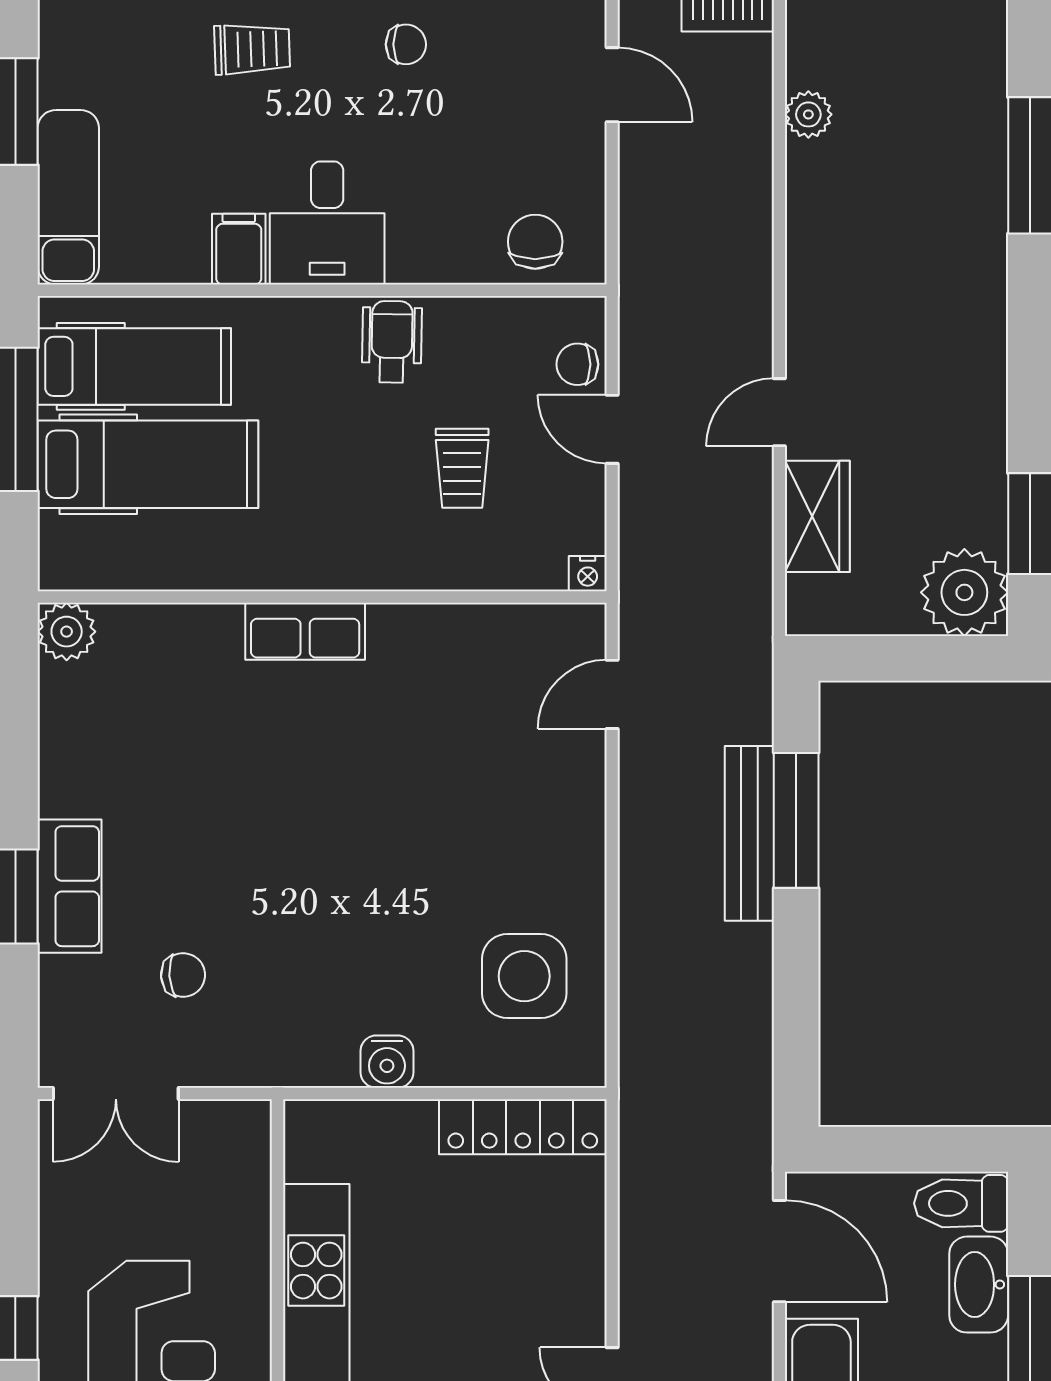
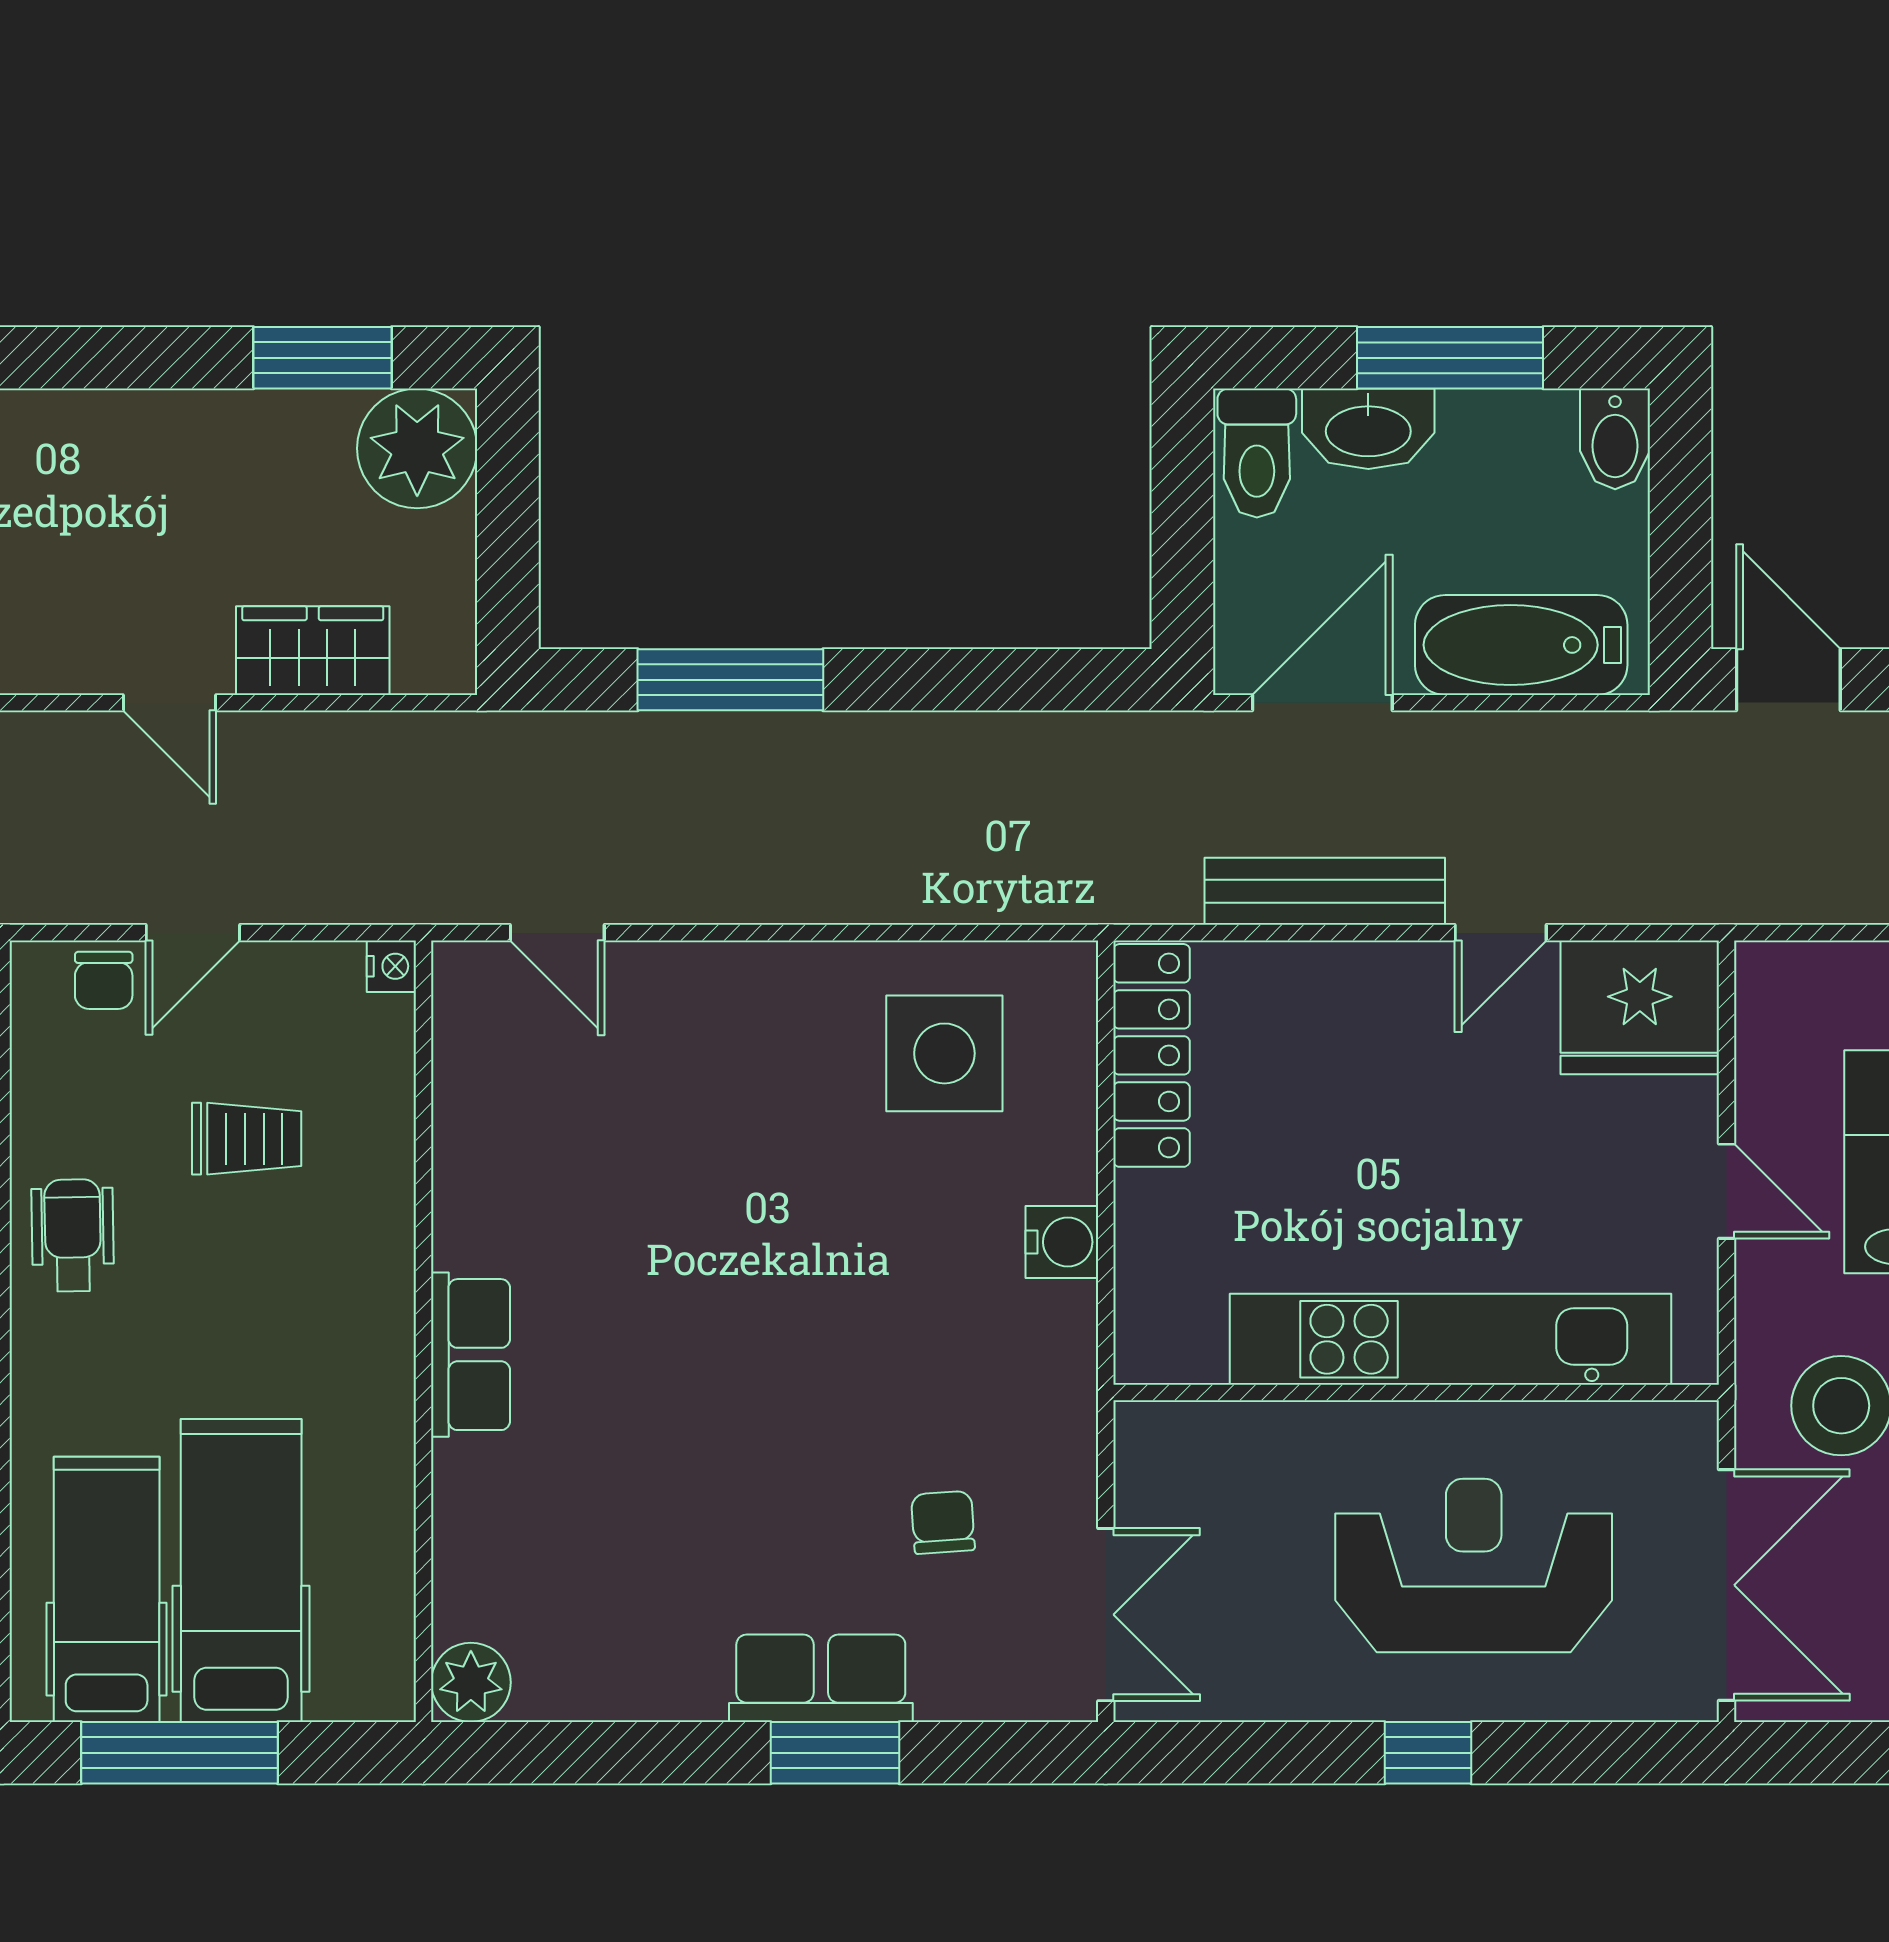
wheelchair: (392, 342) -> (73, 1235), turned 88
bench: (749, 833) -> (1325, 891), moved

